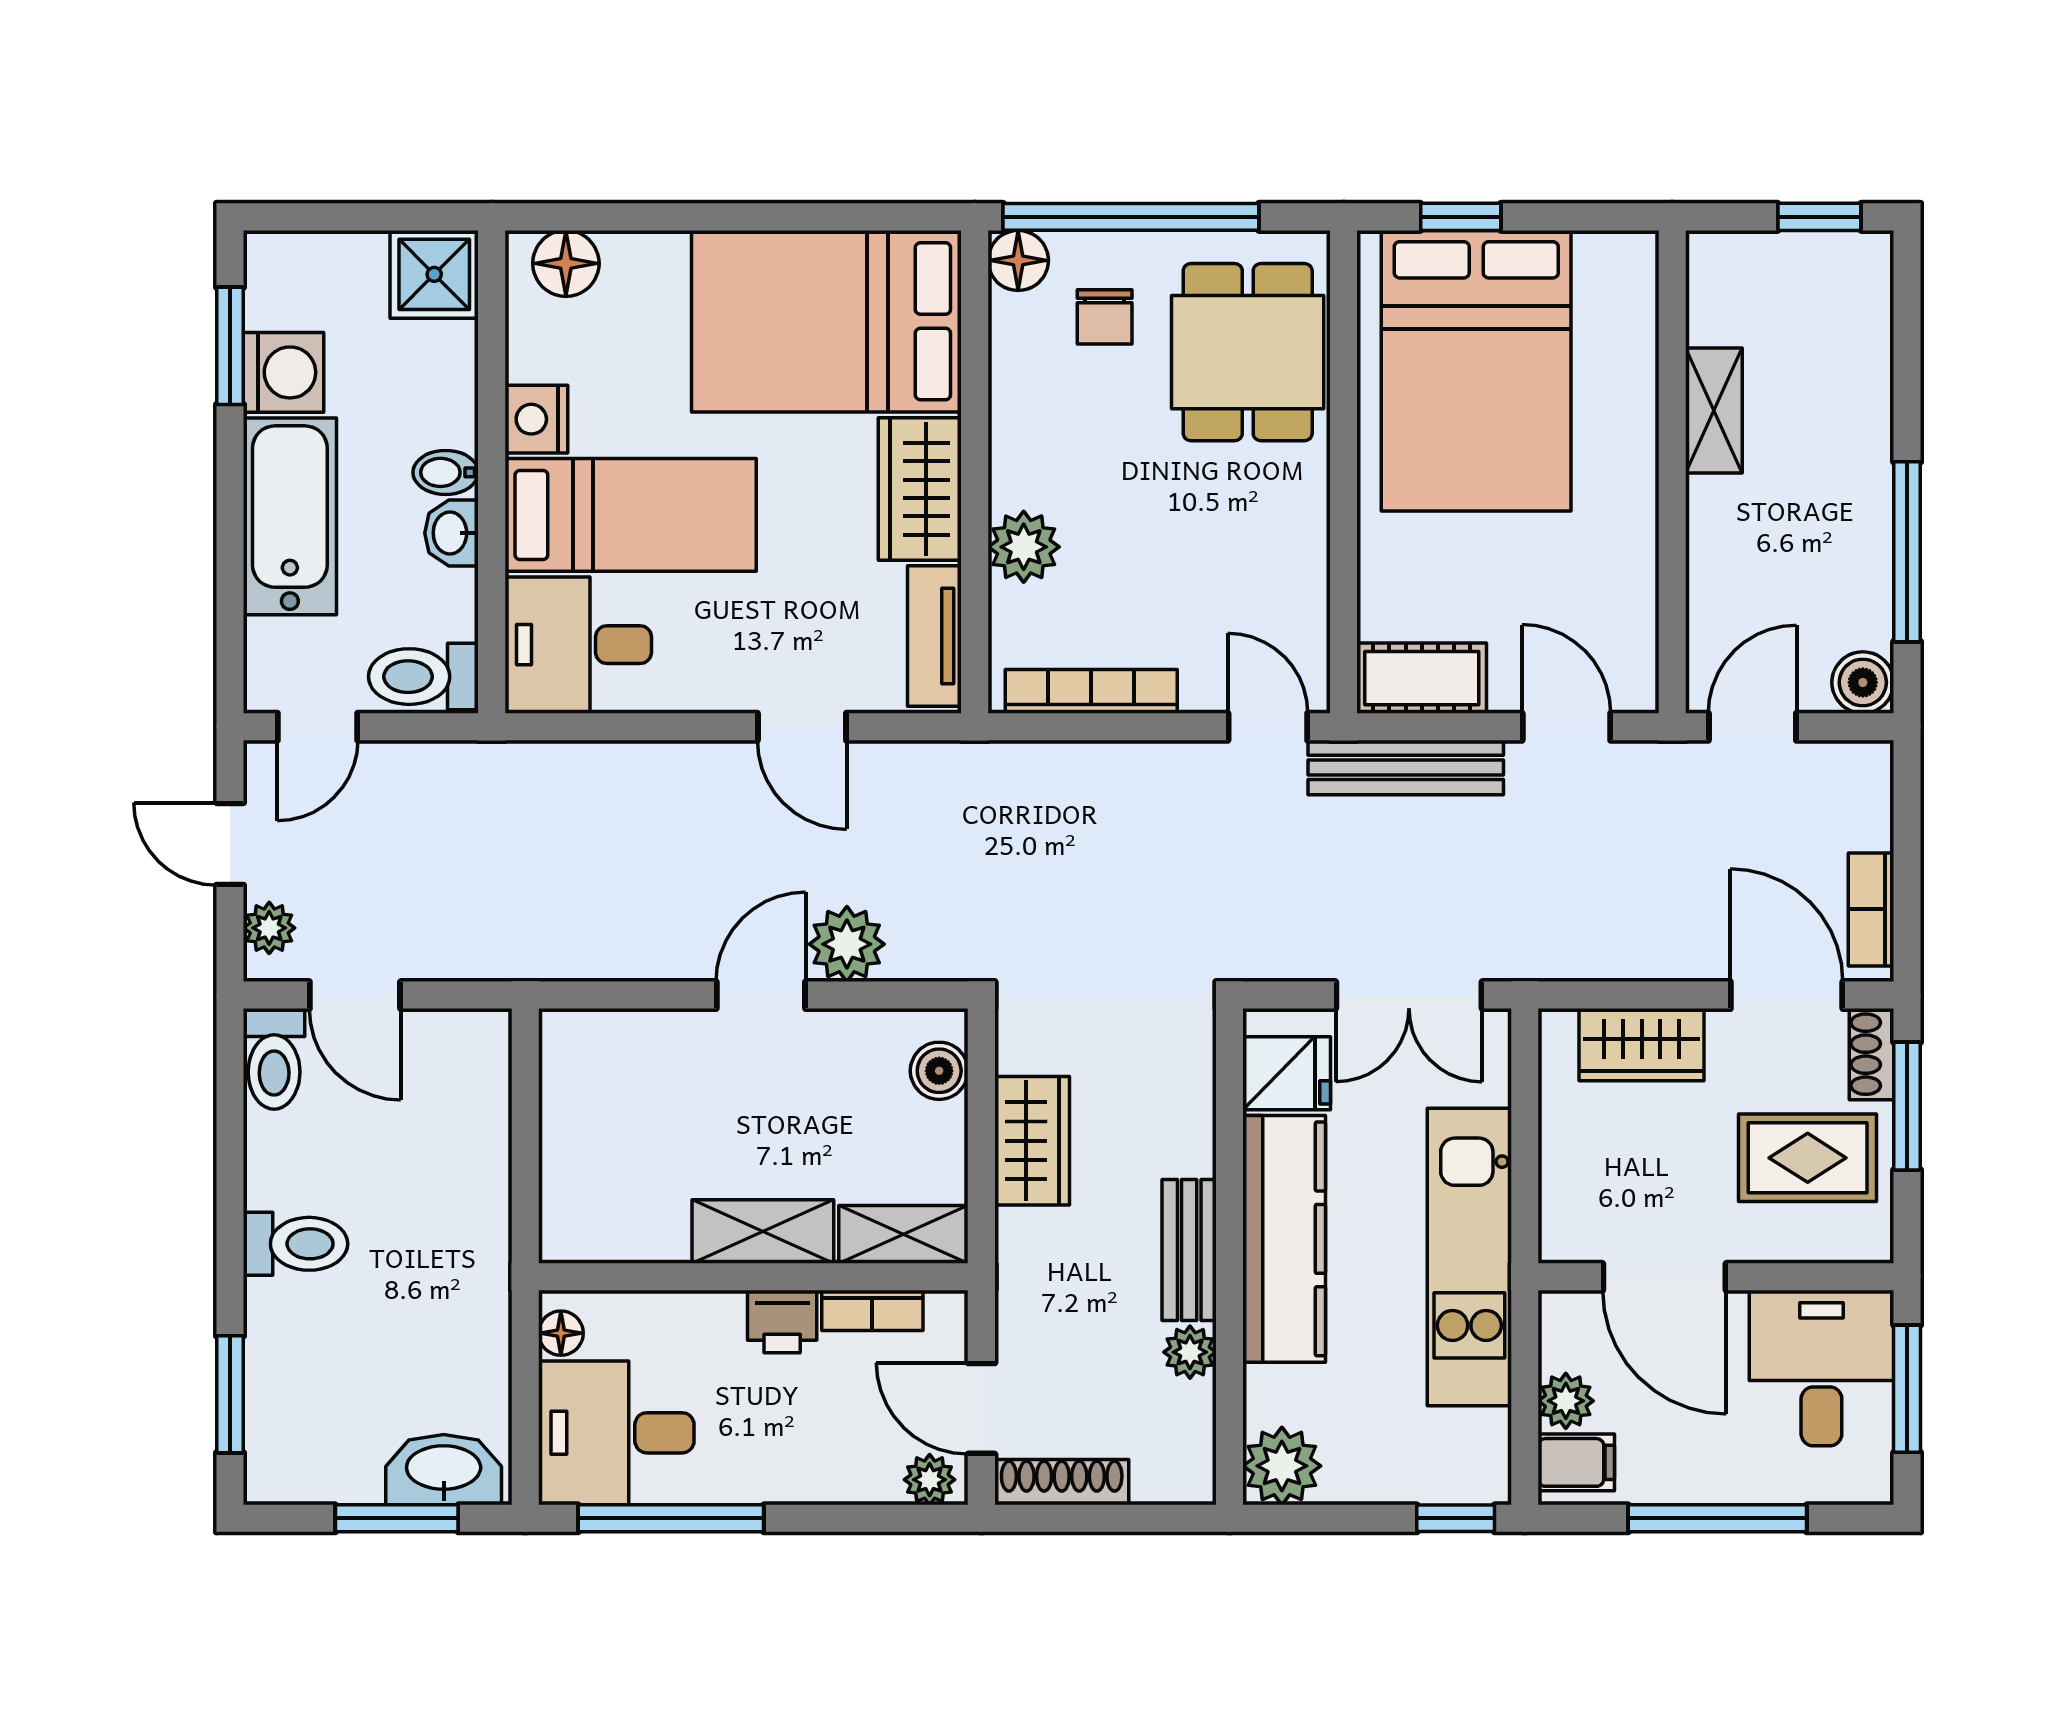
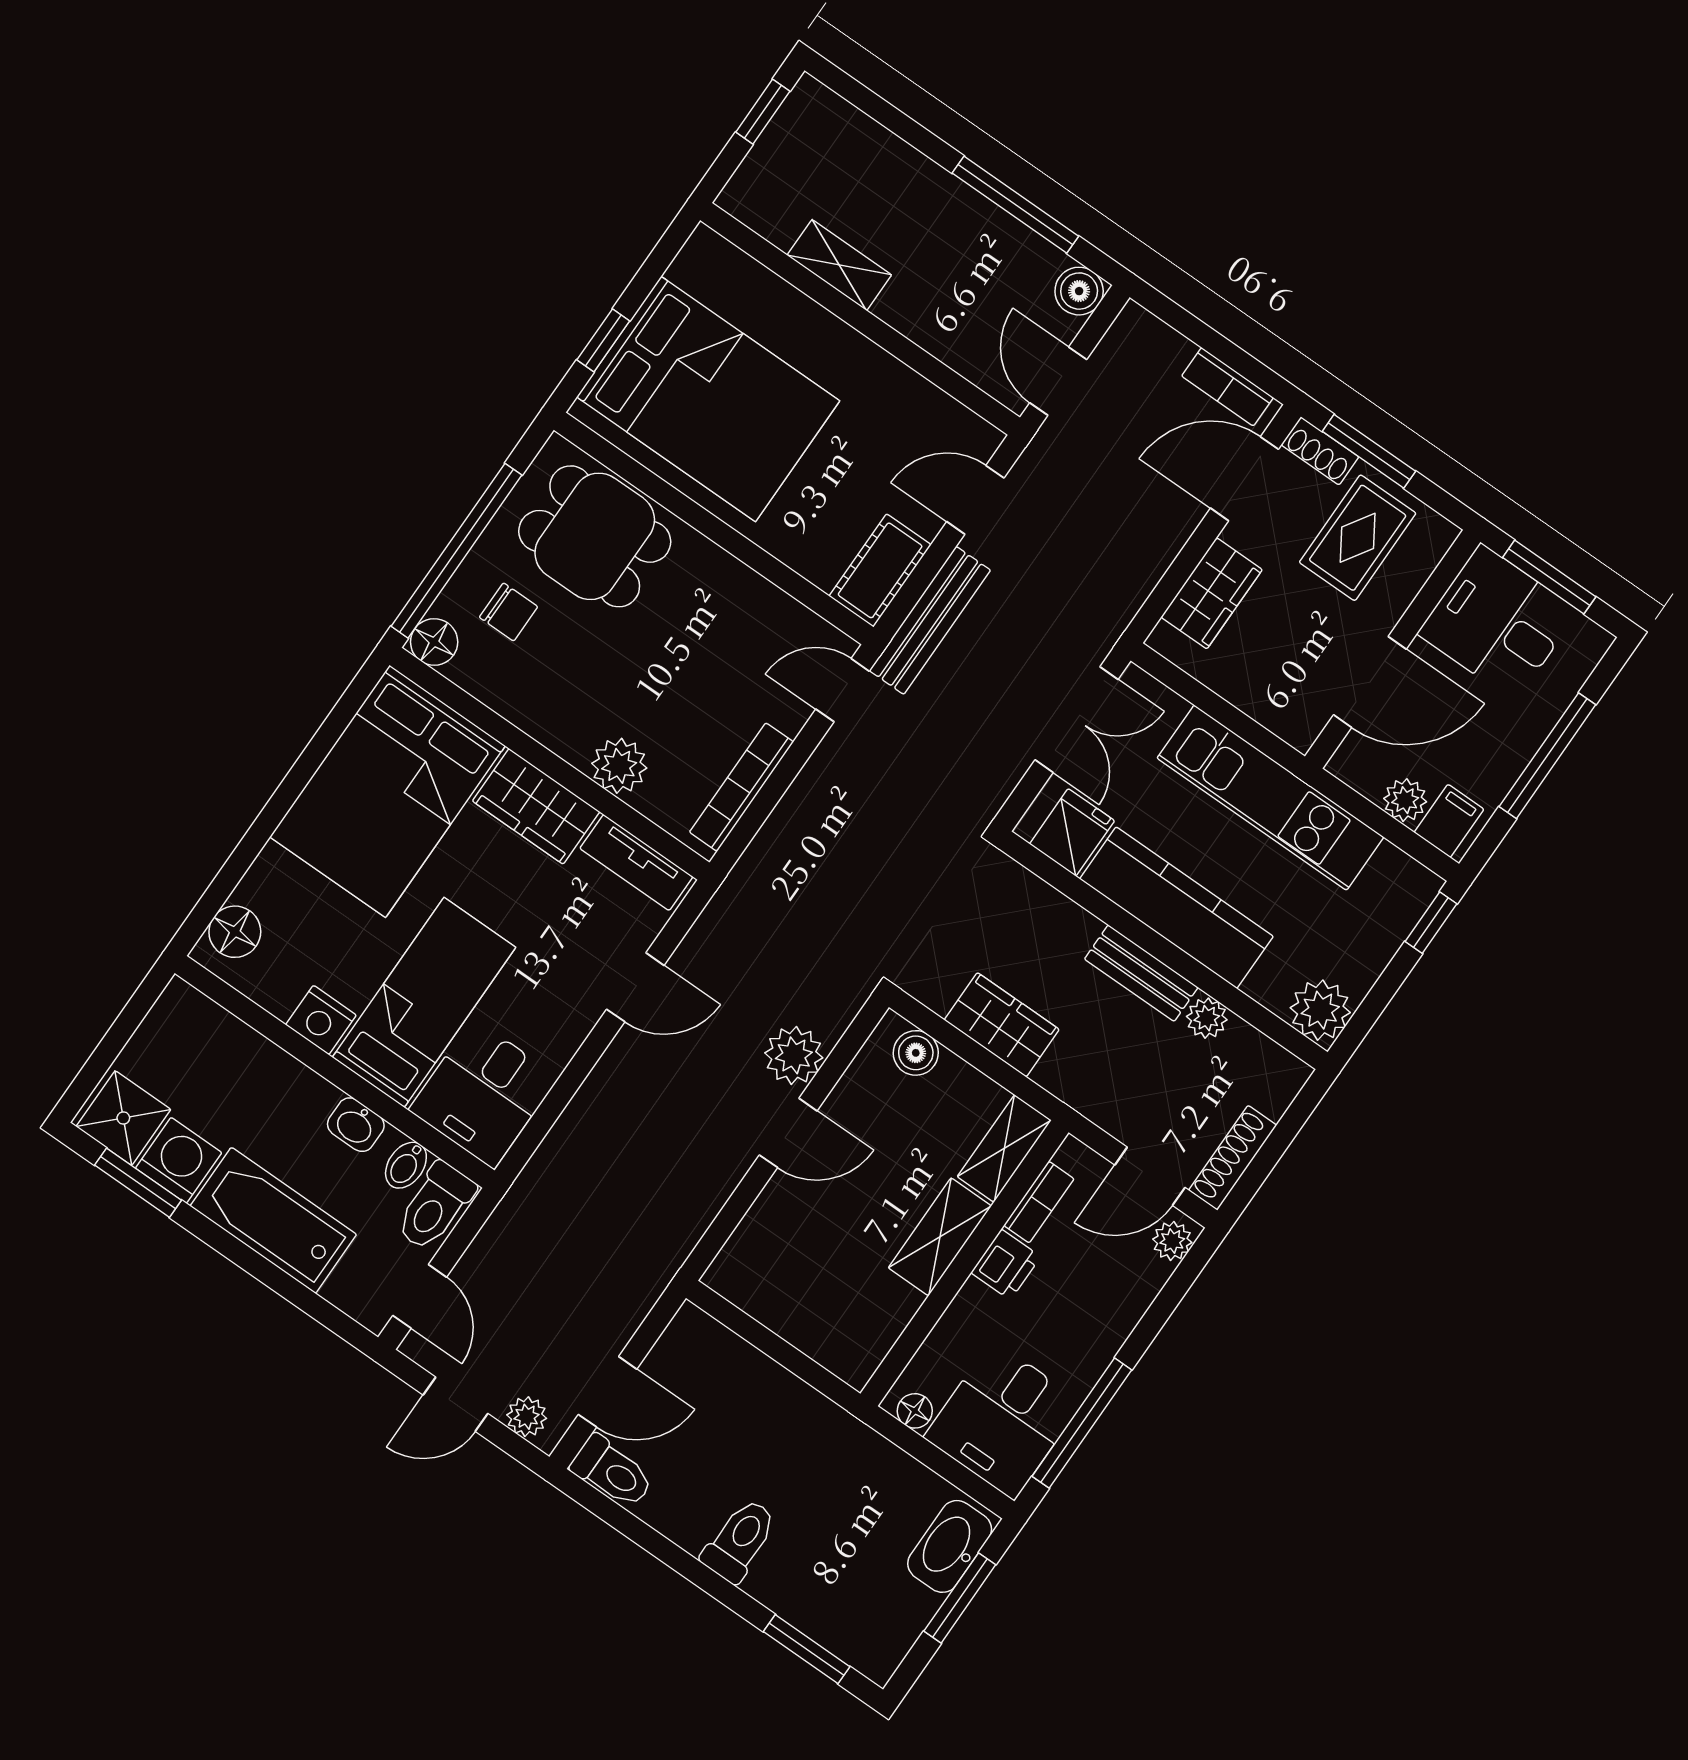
shower: (434, 274) -> (123, 1118), moved
bidet: (446, 472) -> (406, 1165), moved
door: (761, 995) -> (788, 1133), swing flipped

